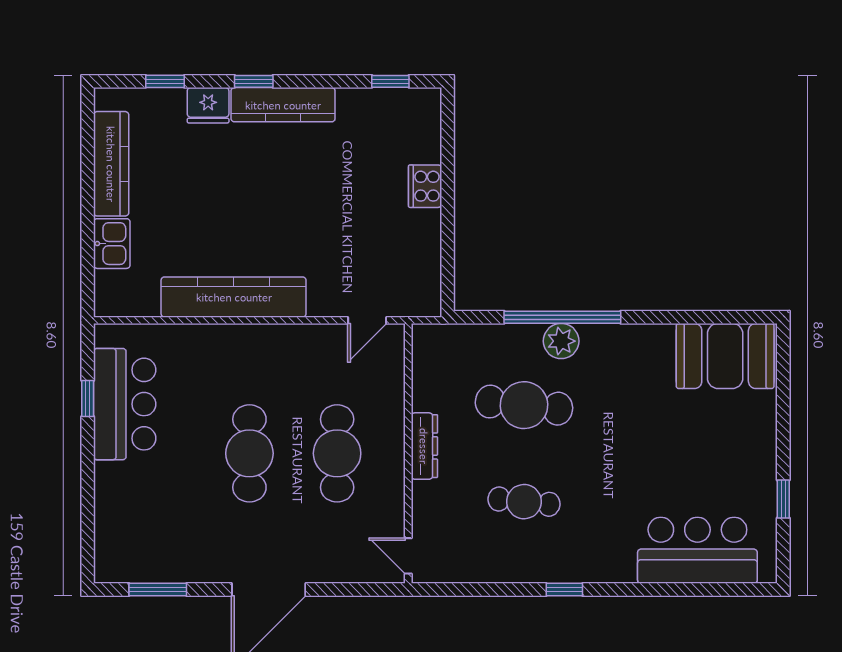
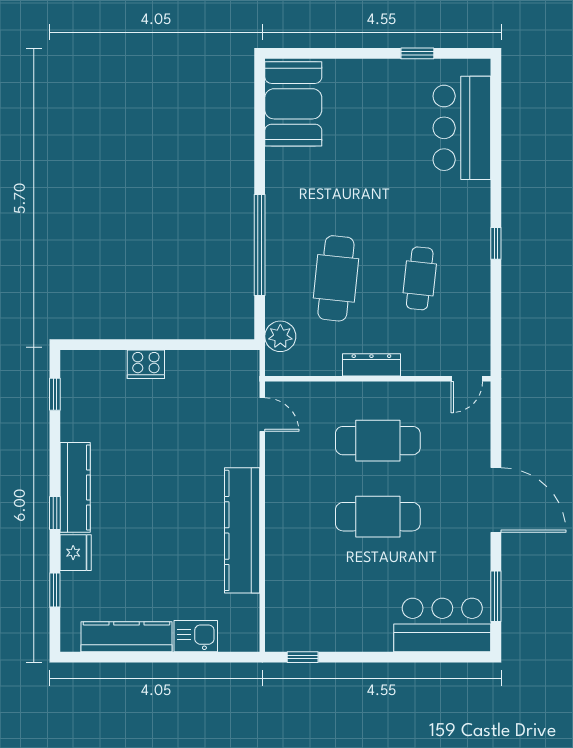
plant: (561, 341) -> (280, 336), moved
window: (88, 398) -> (303, 657), moved
bar counter: (125, 404) -> (442, 625), moved

